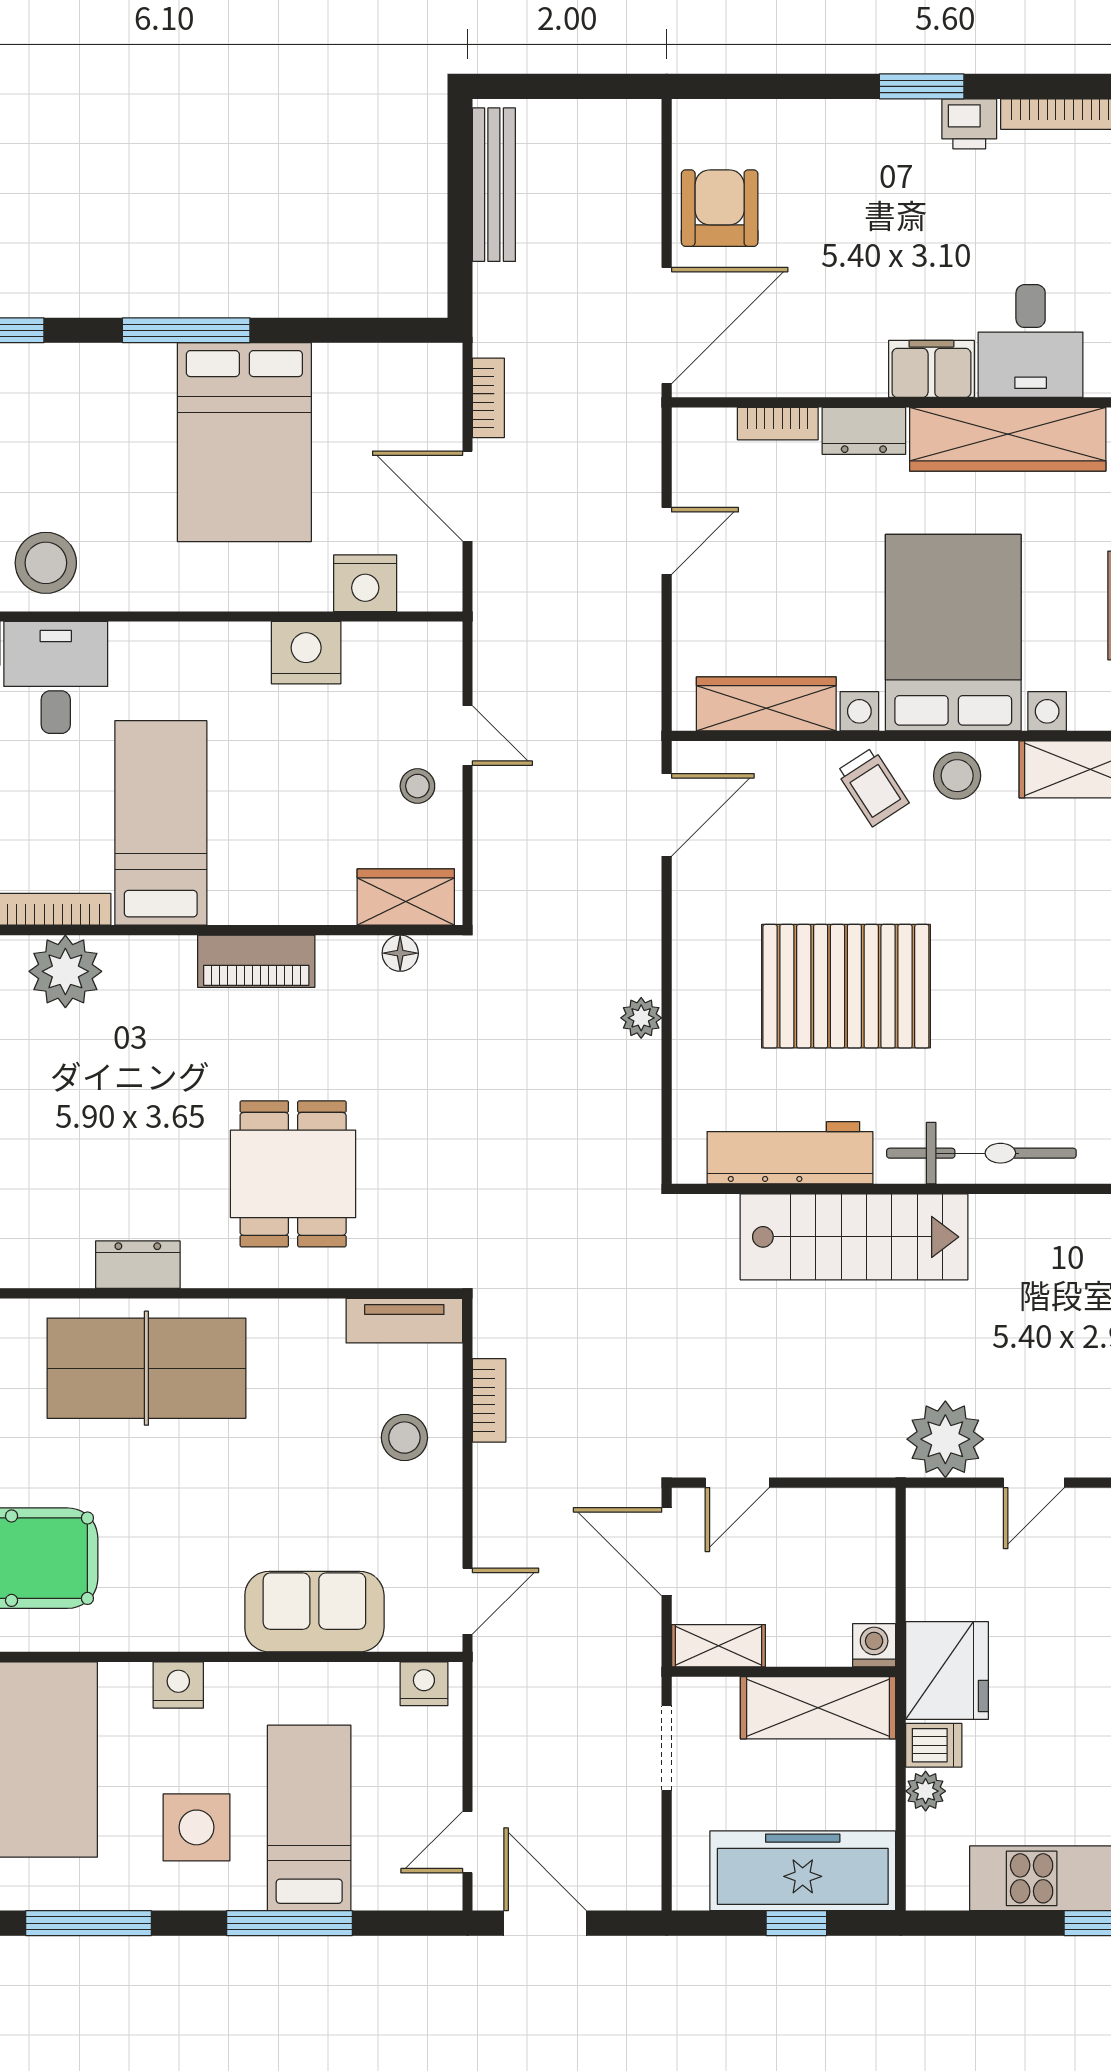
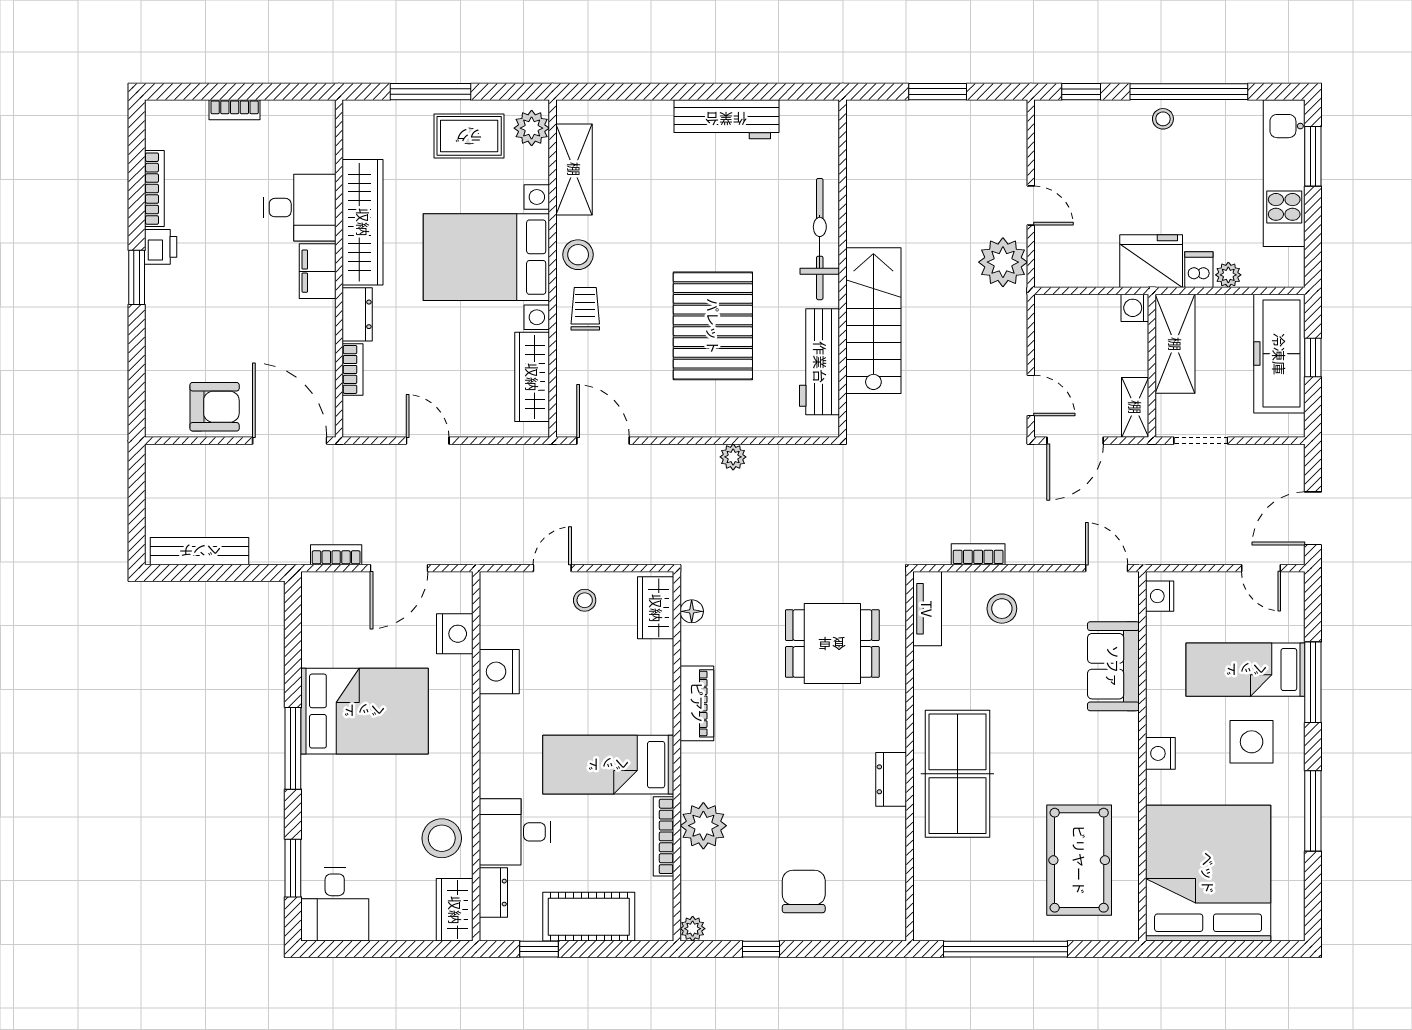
armchair: (720, 208) -> (215, 407), turned 180
trolley: (873, 787) -> (585, 309), turned -57
dining table: (293, 1174) -> (832, 644), moved

